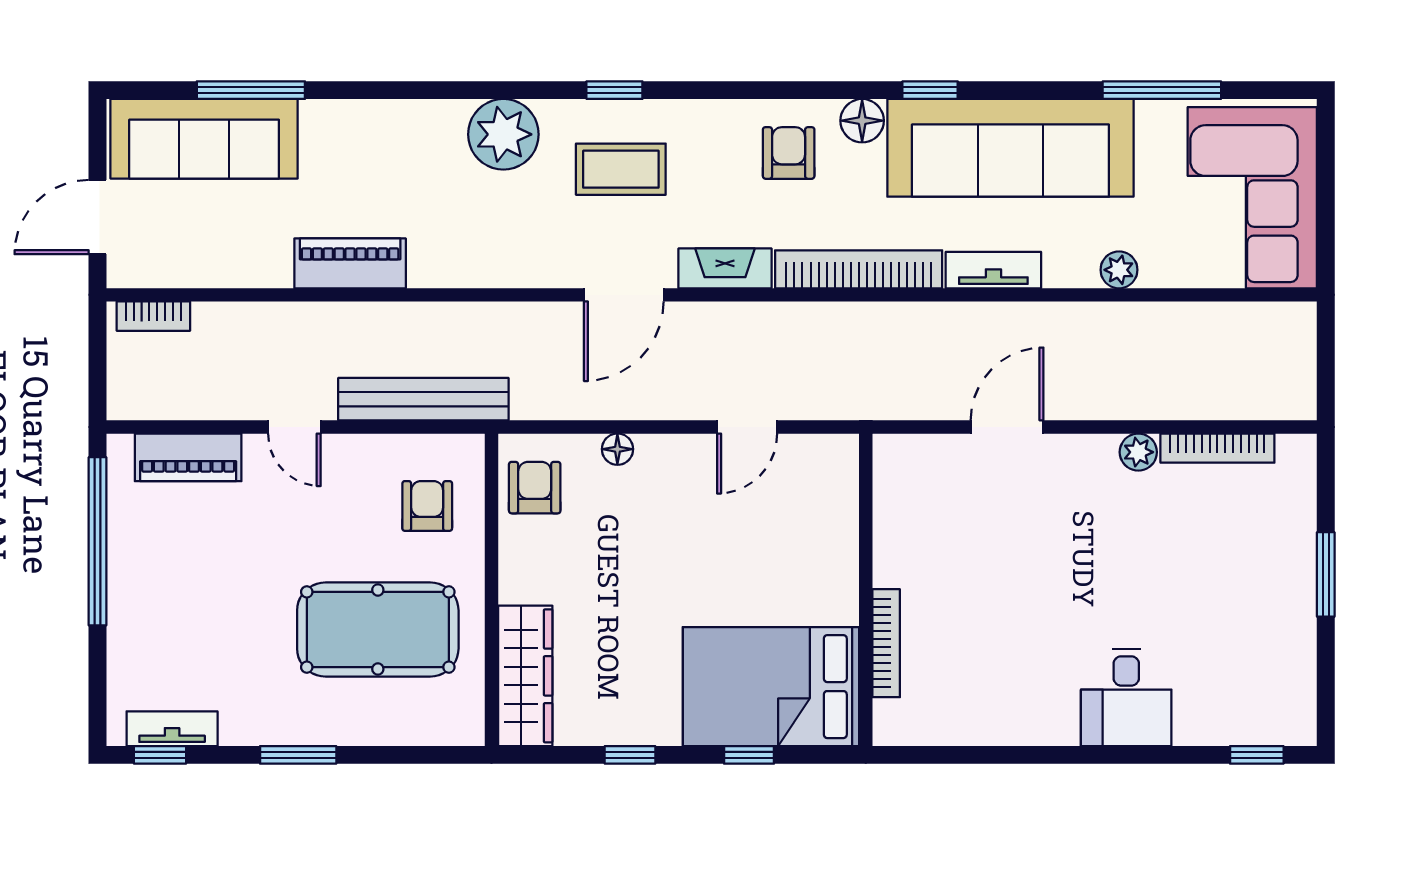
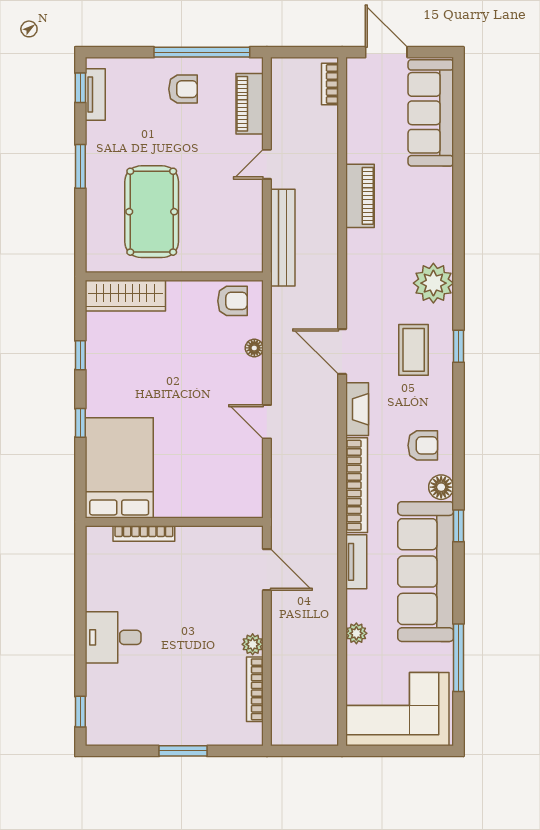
window: (251, 90) -> (459, 139), removed
armchair: (427, 506) -> (183, 89), moved
wall: (866, 590) -> (174, 522), moved
bookcase: (886, 643) -> (144, 533), moved
bed: (771, 687) -> (119, 468), moved

